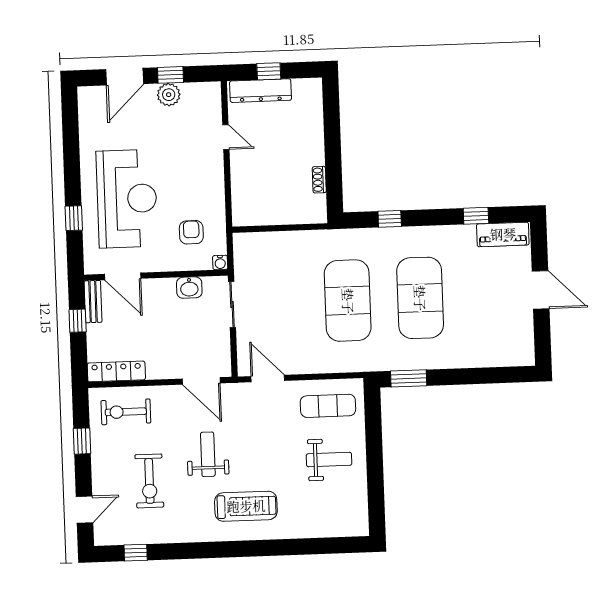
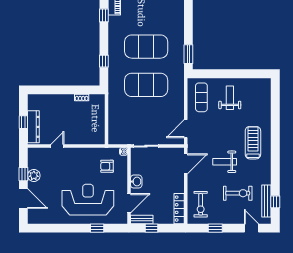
washbasin: (189, 288) -> (136, 182), moved
bench: (136, 536) -> (266, 201), added

